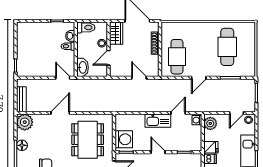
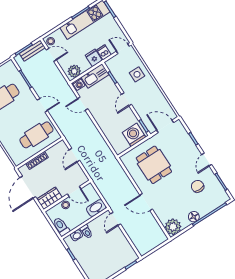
bench: (21, 99) -> (32, 51), moved
kitchen sink: (158, 121) -> (95, 76), moved, turned 90
dining table: (88, 140) -> (154, 165), width x0.73

